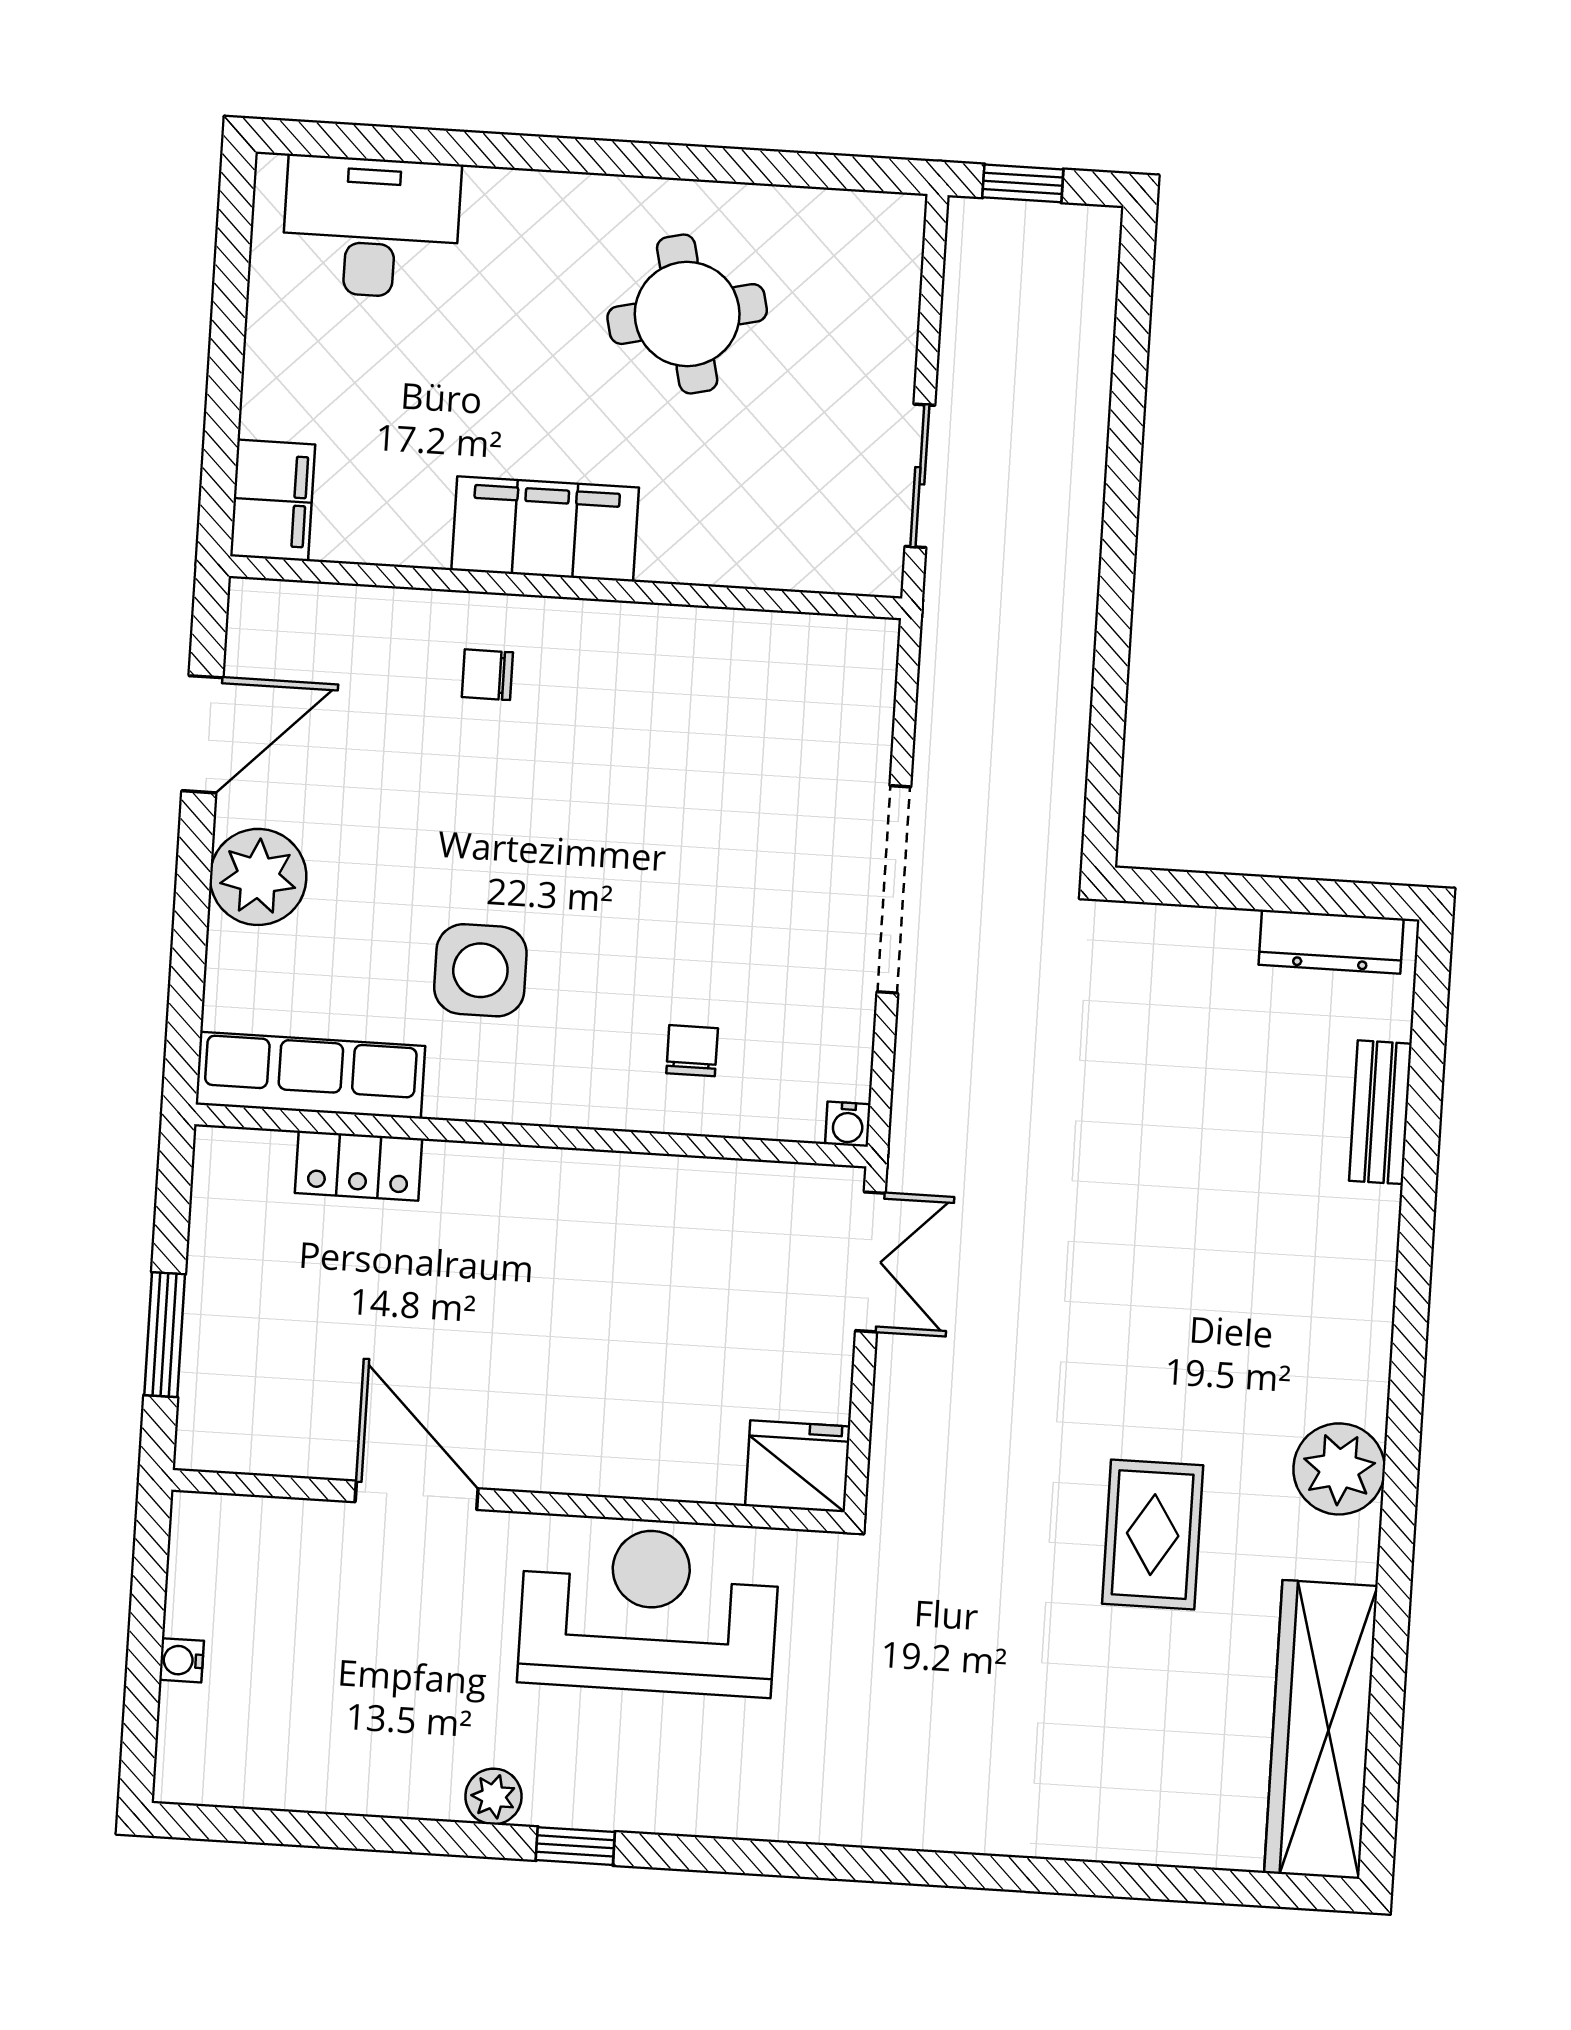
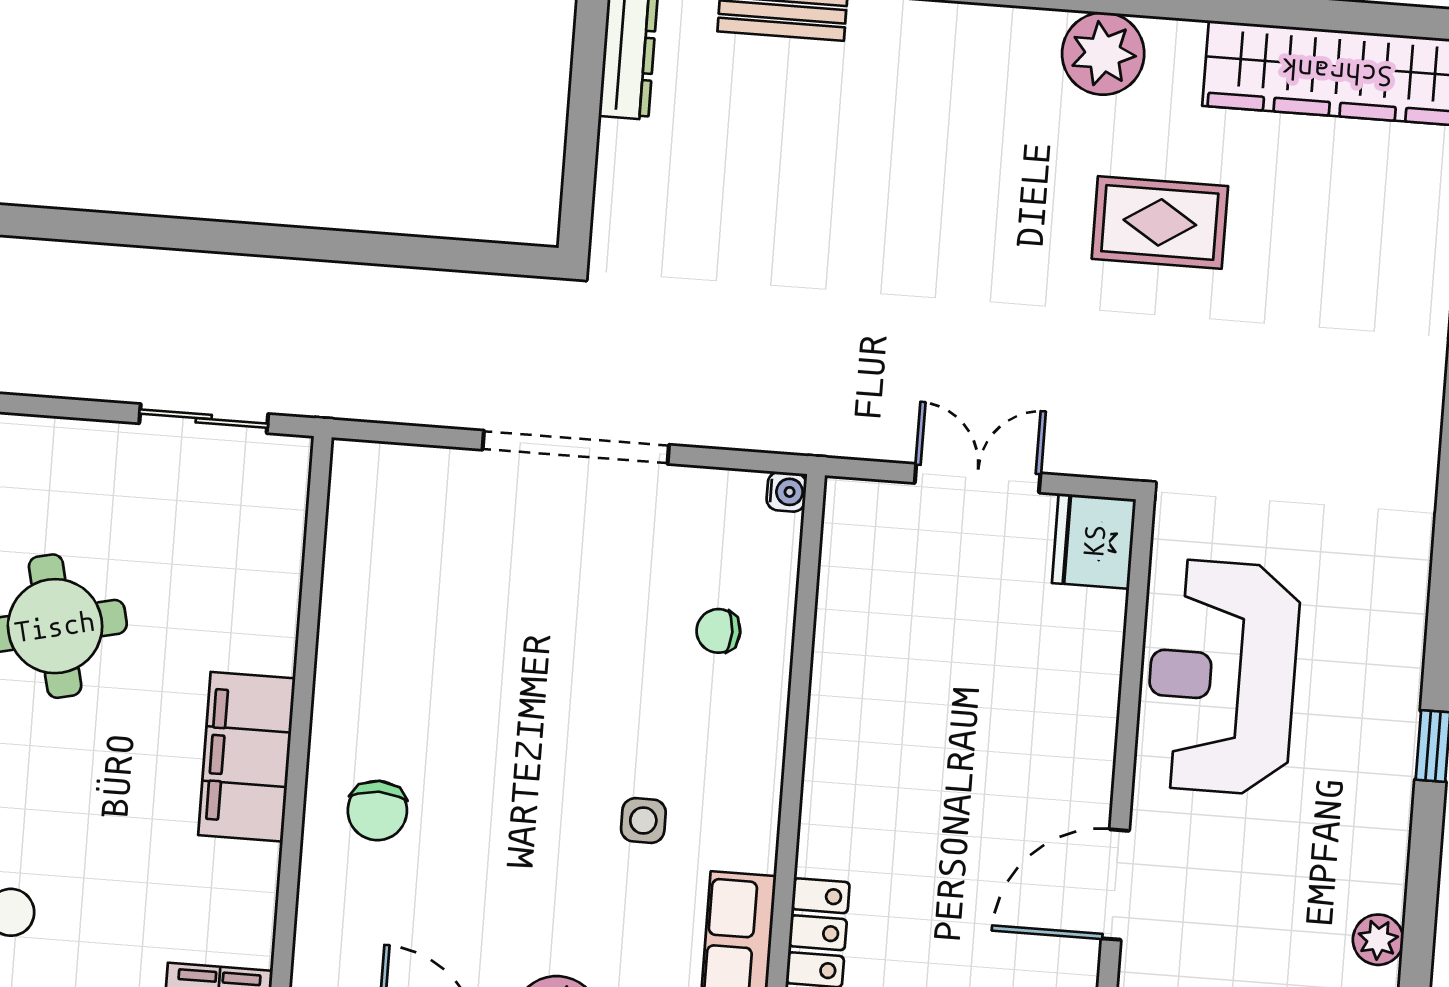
chair: (487, 675) -> (377, 811), width x1.37, depth x1.37
side table: (480, 970) -> (643, 820), width x0.54, depth x0.54
double door: (870, 1262) -> (978, 478), moved
plant: (493, 1796) -> (1378, 940), moved

